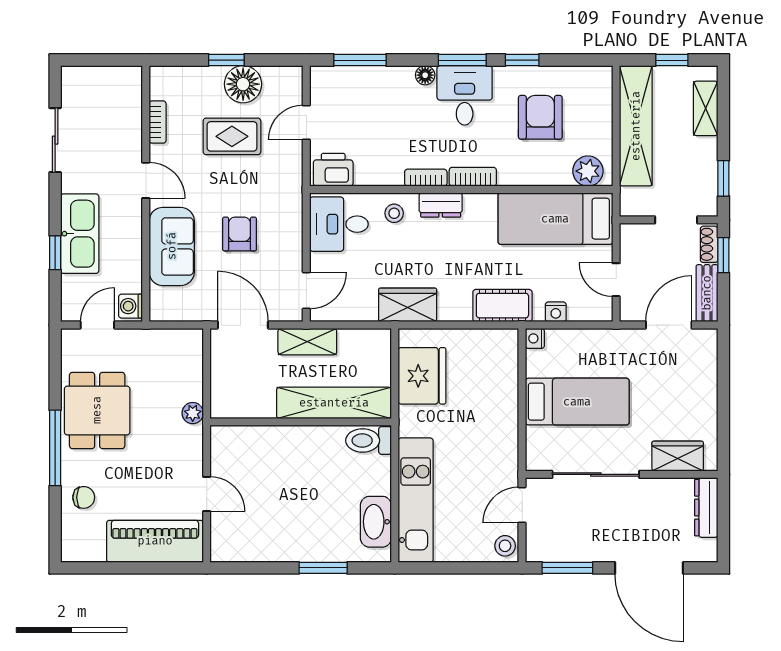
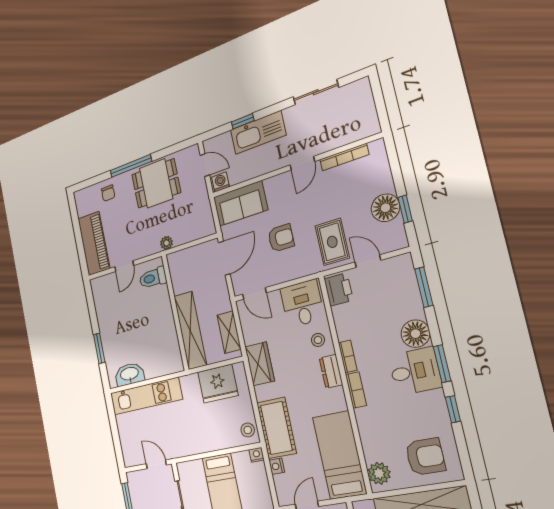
window: (226, 60) -> (405, 209), moved
floor lamp: (425, 75) -> (415, 334), width x1.89, depth x1.89
armchair: (540, 117) -> (425, 457), moved
bookcase: (158, 122) -> (344, 157), width x1.56
rug: (232, 136) -> (332, 242), moved
sofa: (172, 246) -> (240, 203), moved
cot: (502, 306) -> (276, 428), width x1.37, depth x1.34
shelving: (307, 342) -> (229, 332), moved
toilet: (369, 440) -> (153, 278), moved, turned -90
stool: (505, 546) -> (248, 430), moved

